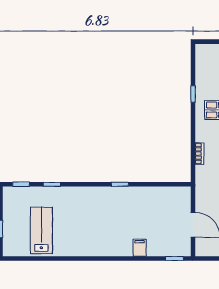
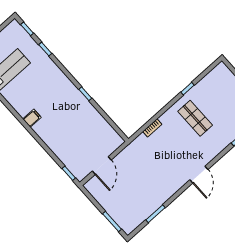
filing cabinet: (140, 248) -> (32, 118), moved

